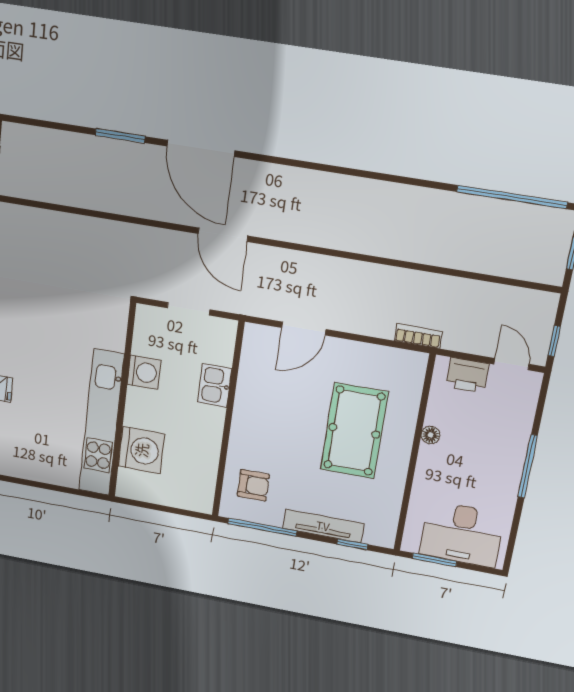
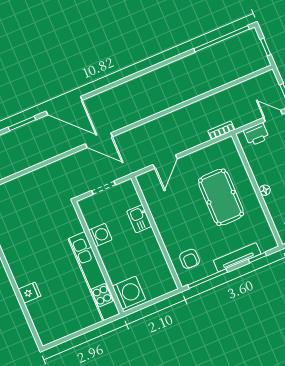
floor lamp: (431, 435) -> (265, 190), moved
washing machine: (141, 450) -> (129, 293), moved
armchair: (253, 485) -> (190, 259), turned 90

